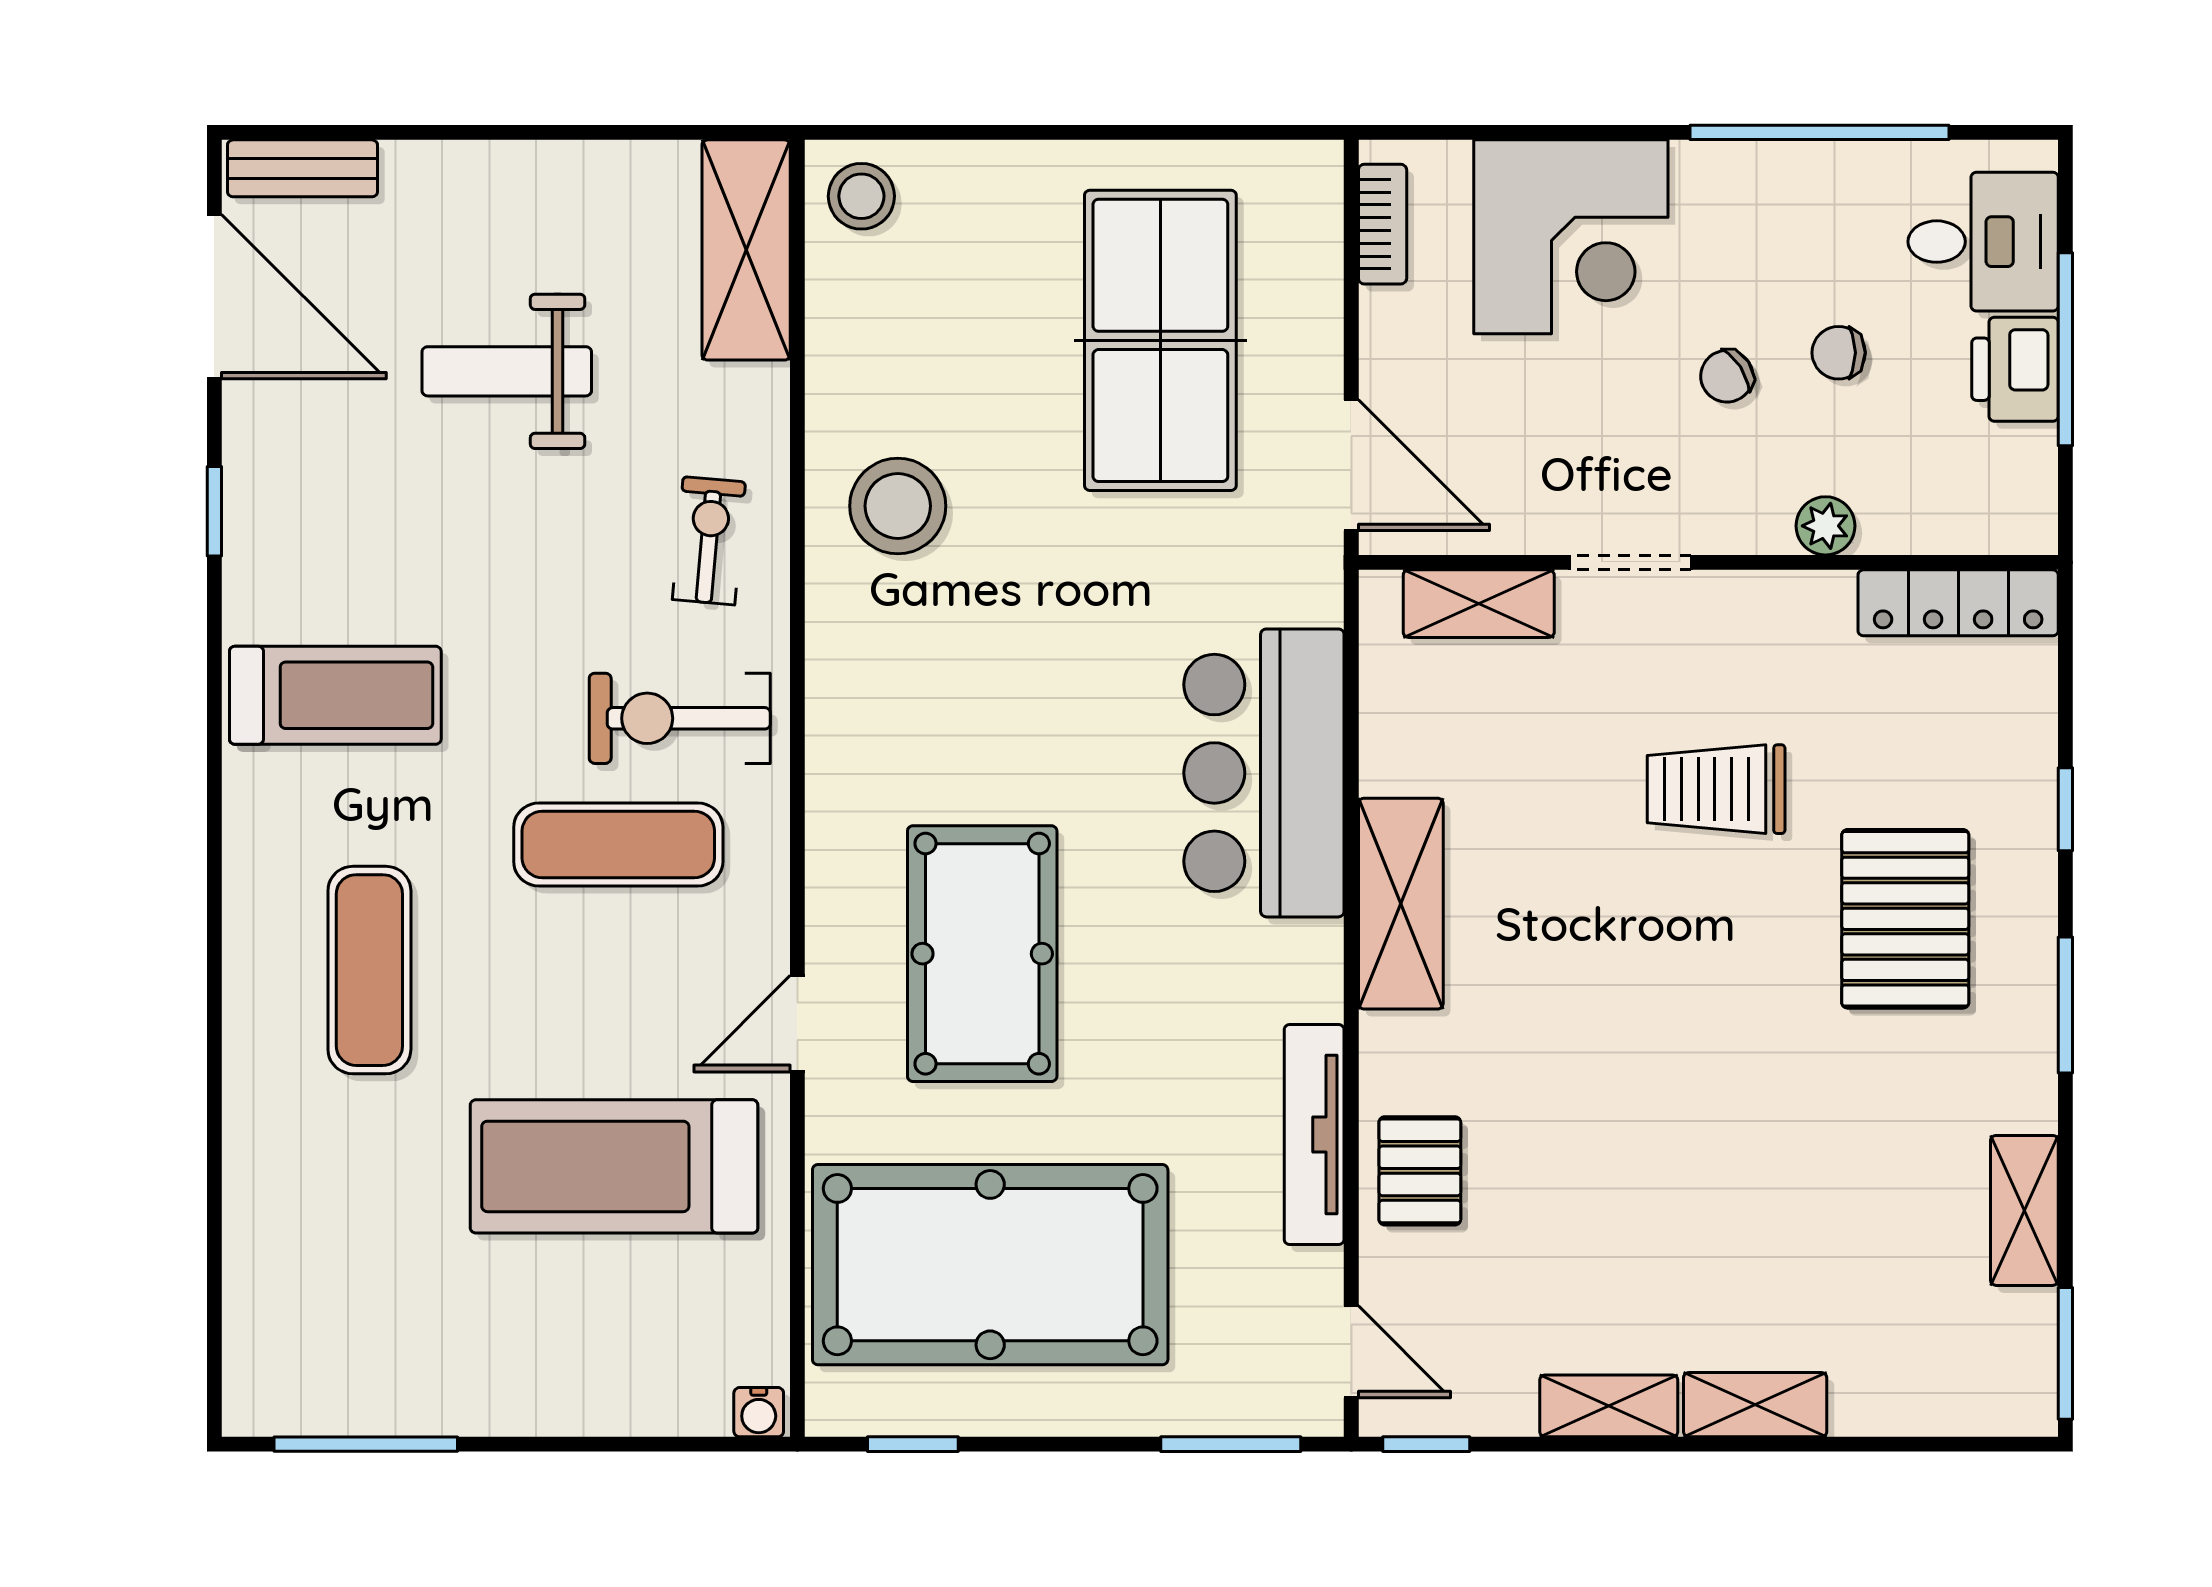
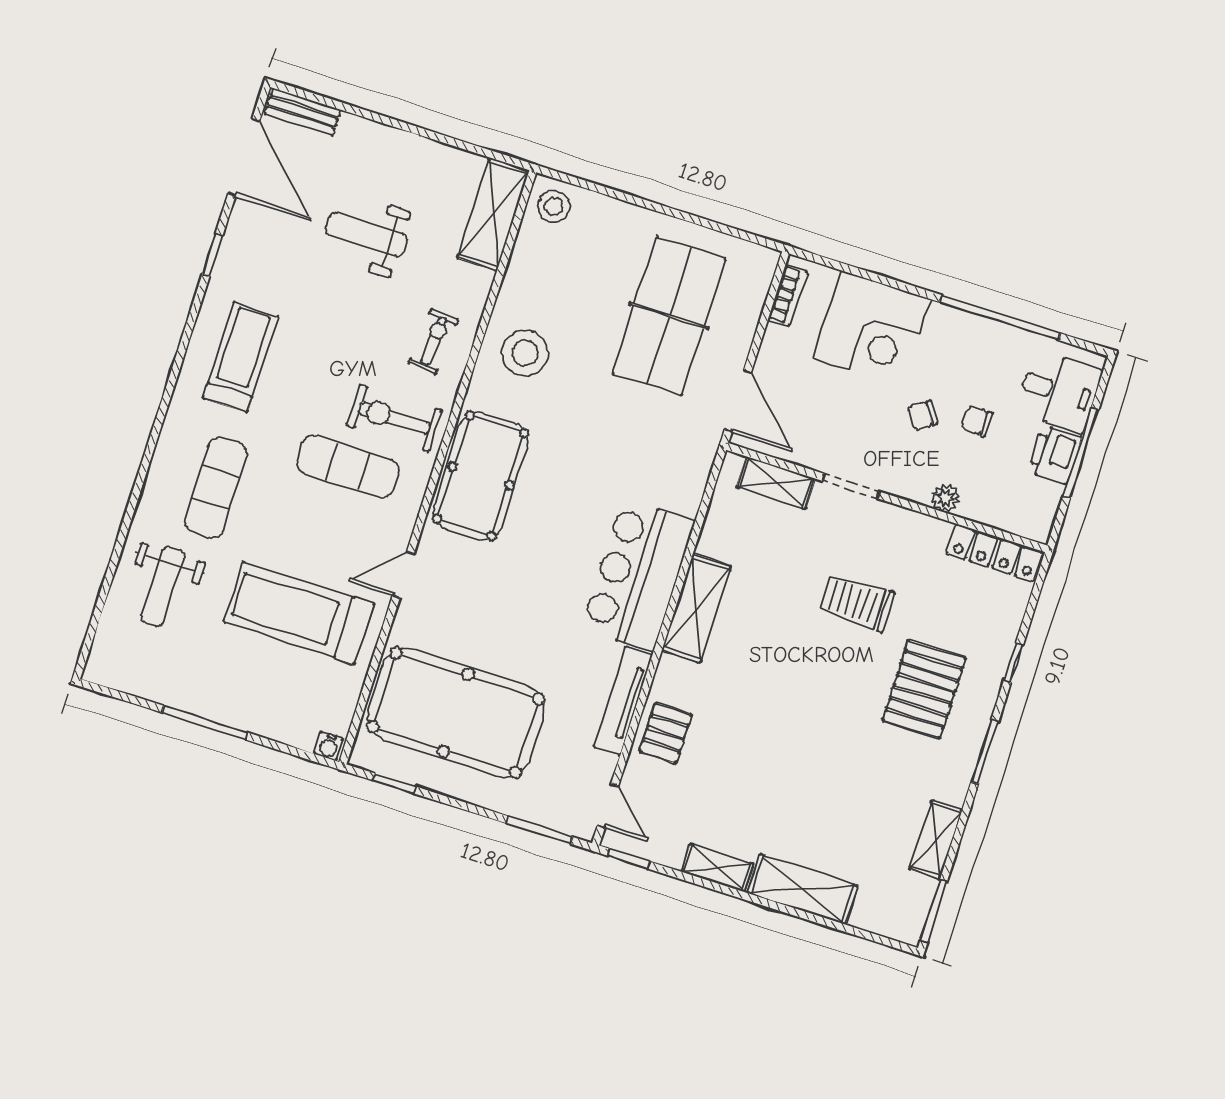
treadmill: (335, 695) -> (240, 357), turned -90
bar counter: (1264, 773) -> (638, 575), moved
pool table: (982, 954) -> (481, 476), moved
weight bench: (327, 1200) -> (163, 586), added
shelving: (1755, 1405) -> (802, 889), width x1.50, depth x1.33
window: (366, 1444) -> (205, 723), moved

